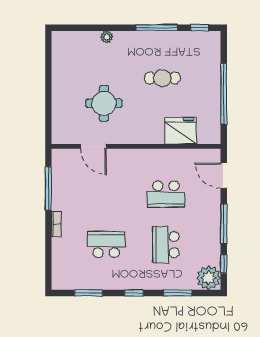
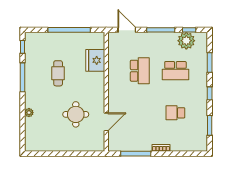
door: (224, 176) -> (127, 30), swing flipped
school desk: (106, 245) -> (175, 113), width x0.54
plant: (209, 278) -> (186, 41), moved

